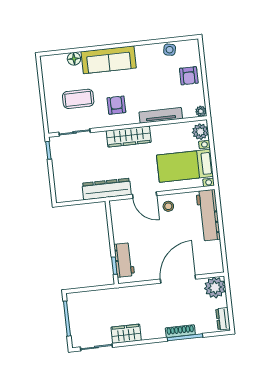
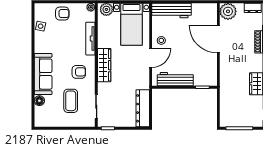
armchair: (116, 105) -> (79, 72), turned 180
dresser: (107, 189) -> (143, 108), moved
workbench: (124, 260) -> (175, 79), moved, width x1.37

